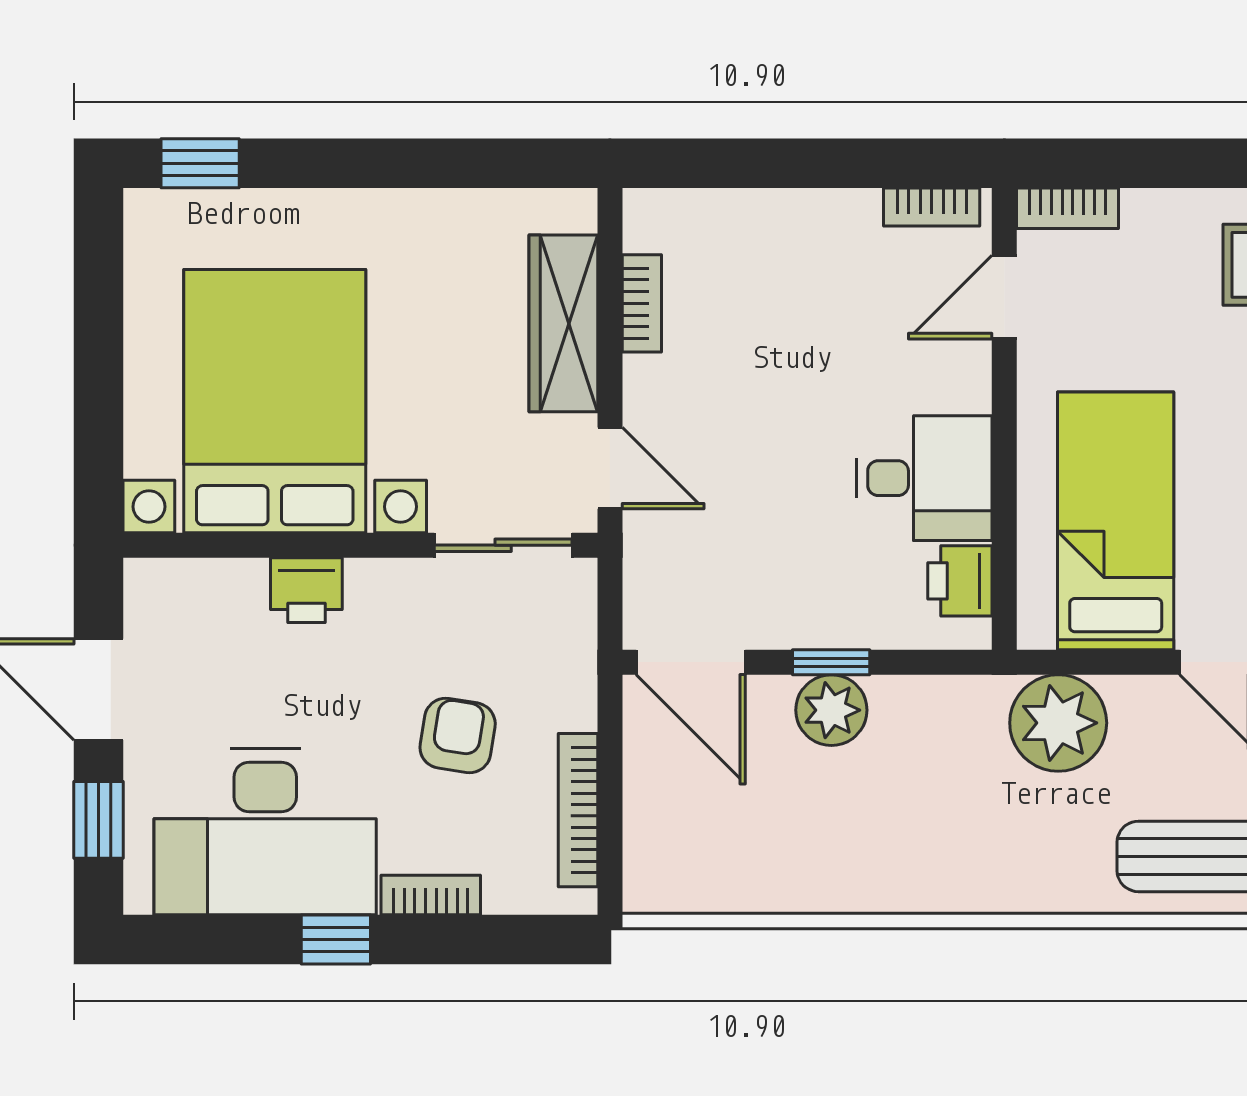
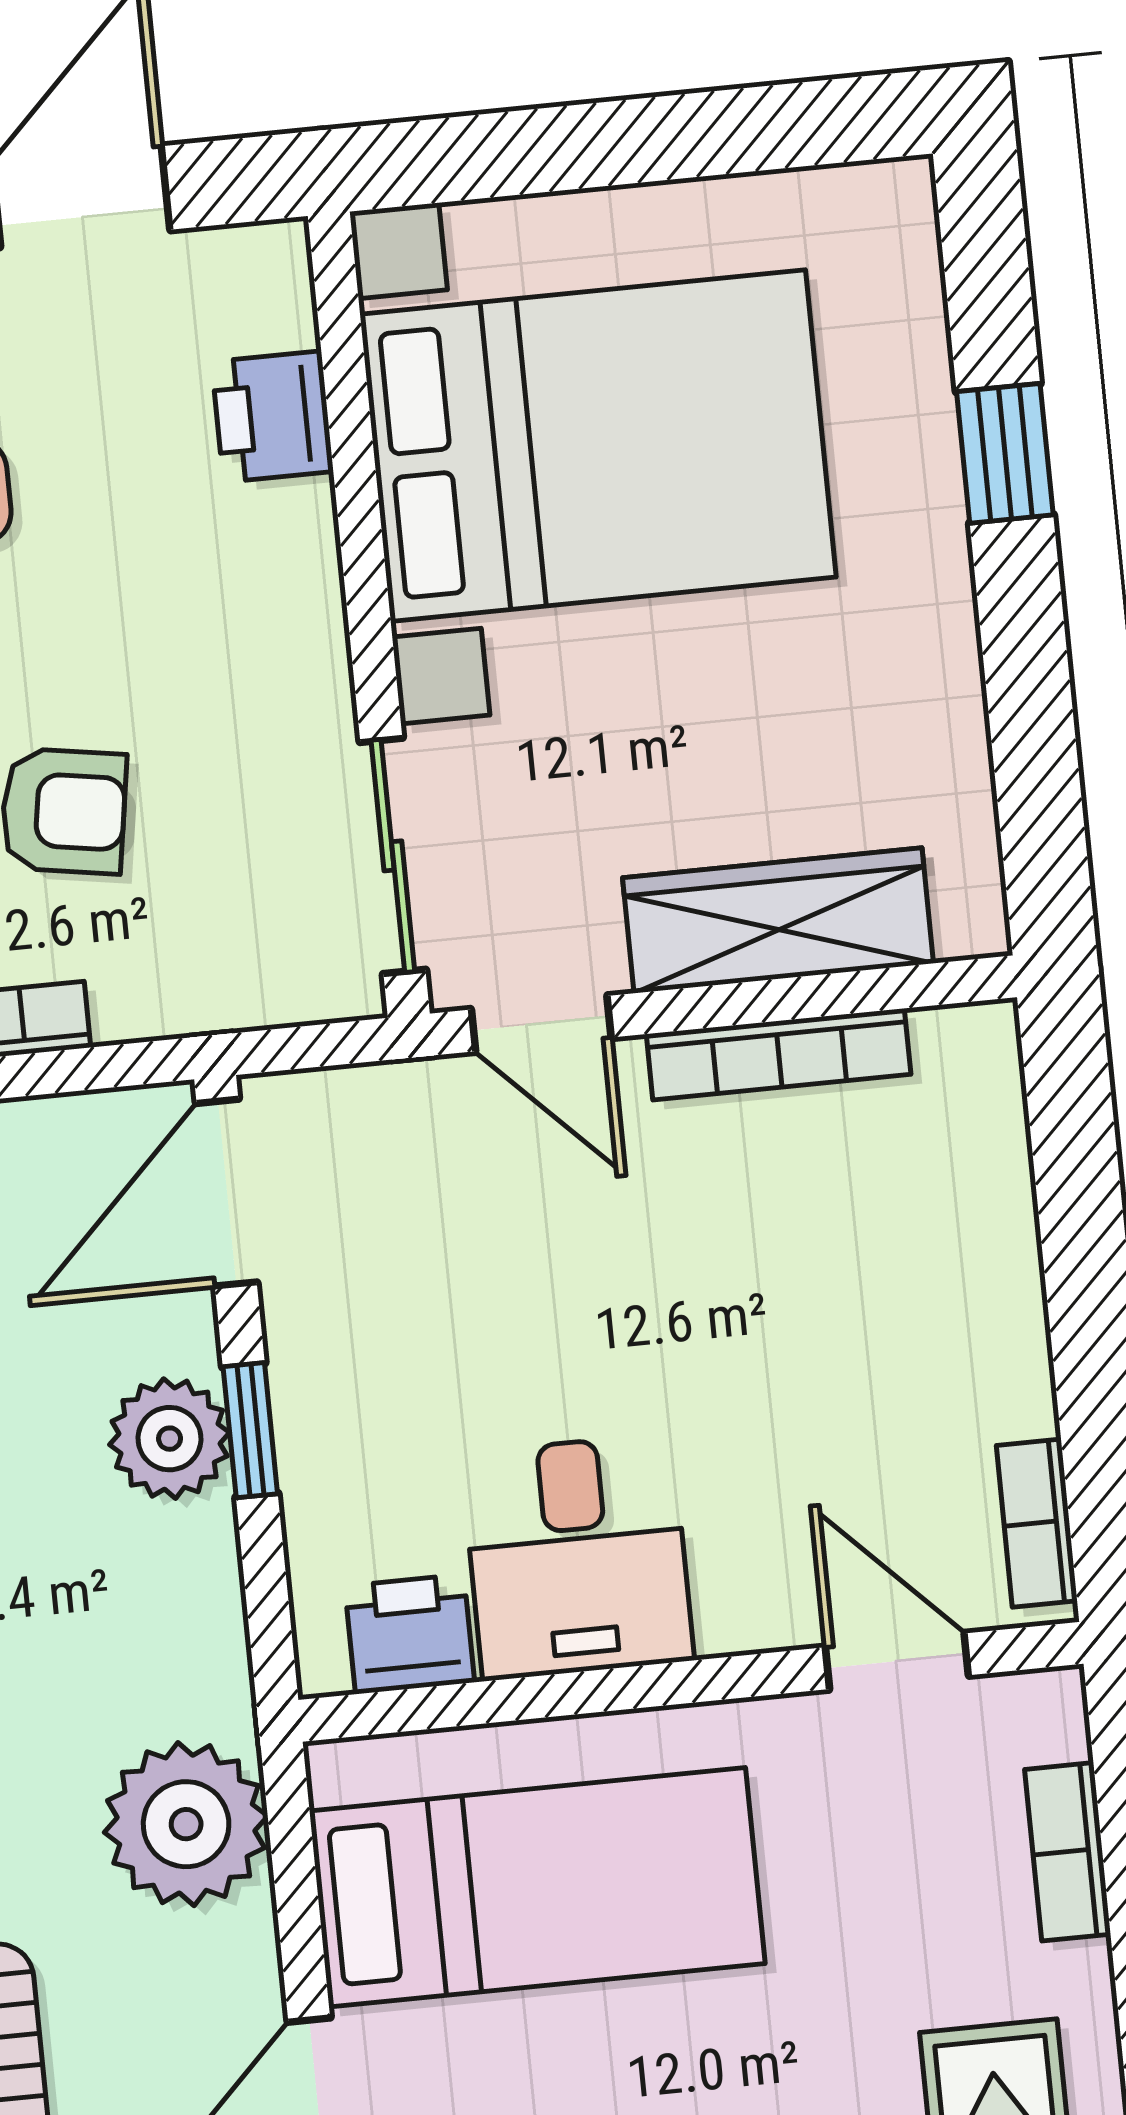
window: (200, 163) -> (1005, 453), moved
bookcase: (1067, 208) -> (1068, 1852), moved
bookcase: (642, 303) -> (779, 1054), width x1.56
door: (610, 468) -> (541, 1024), hinge flipped
printer: (306, 590) -> (272, 417), moved

